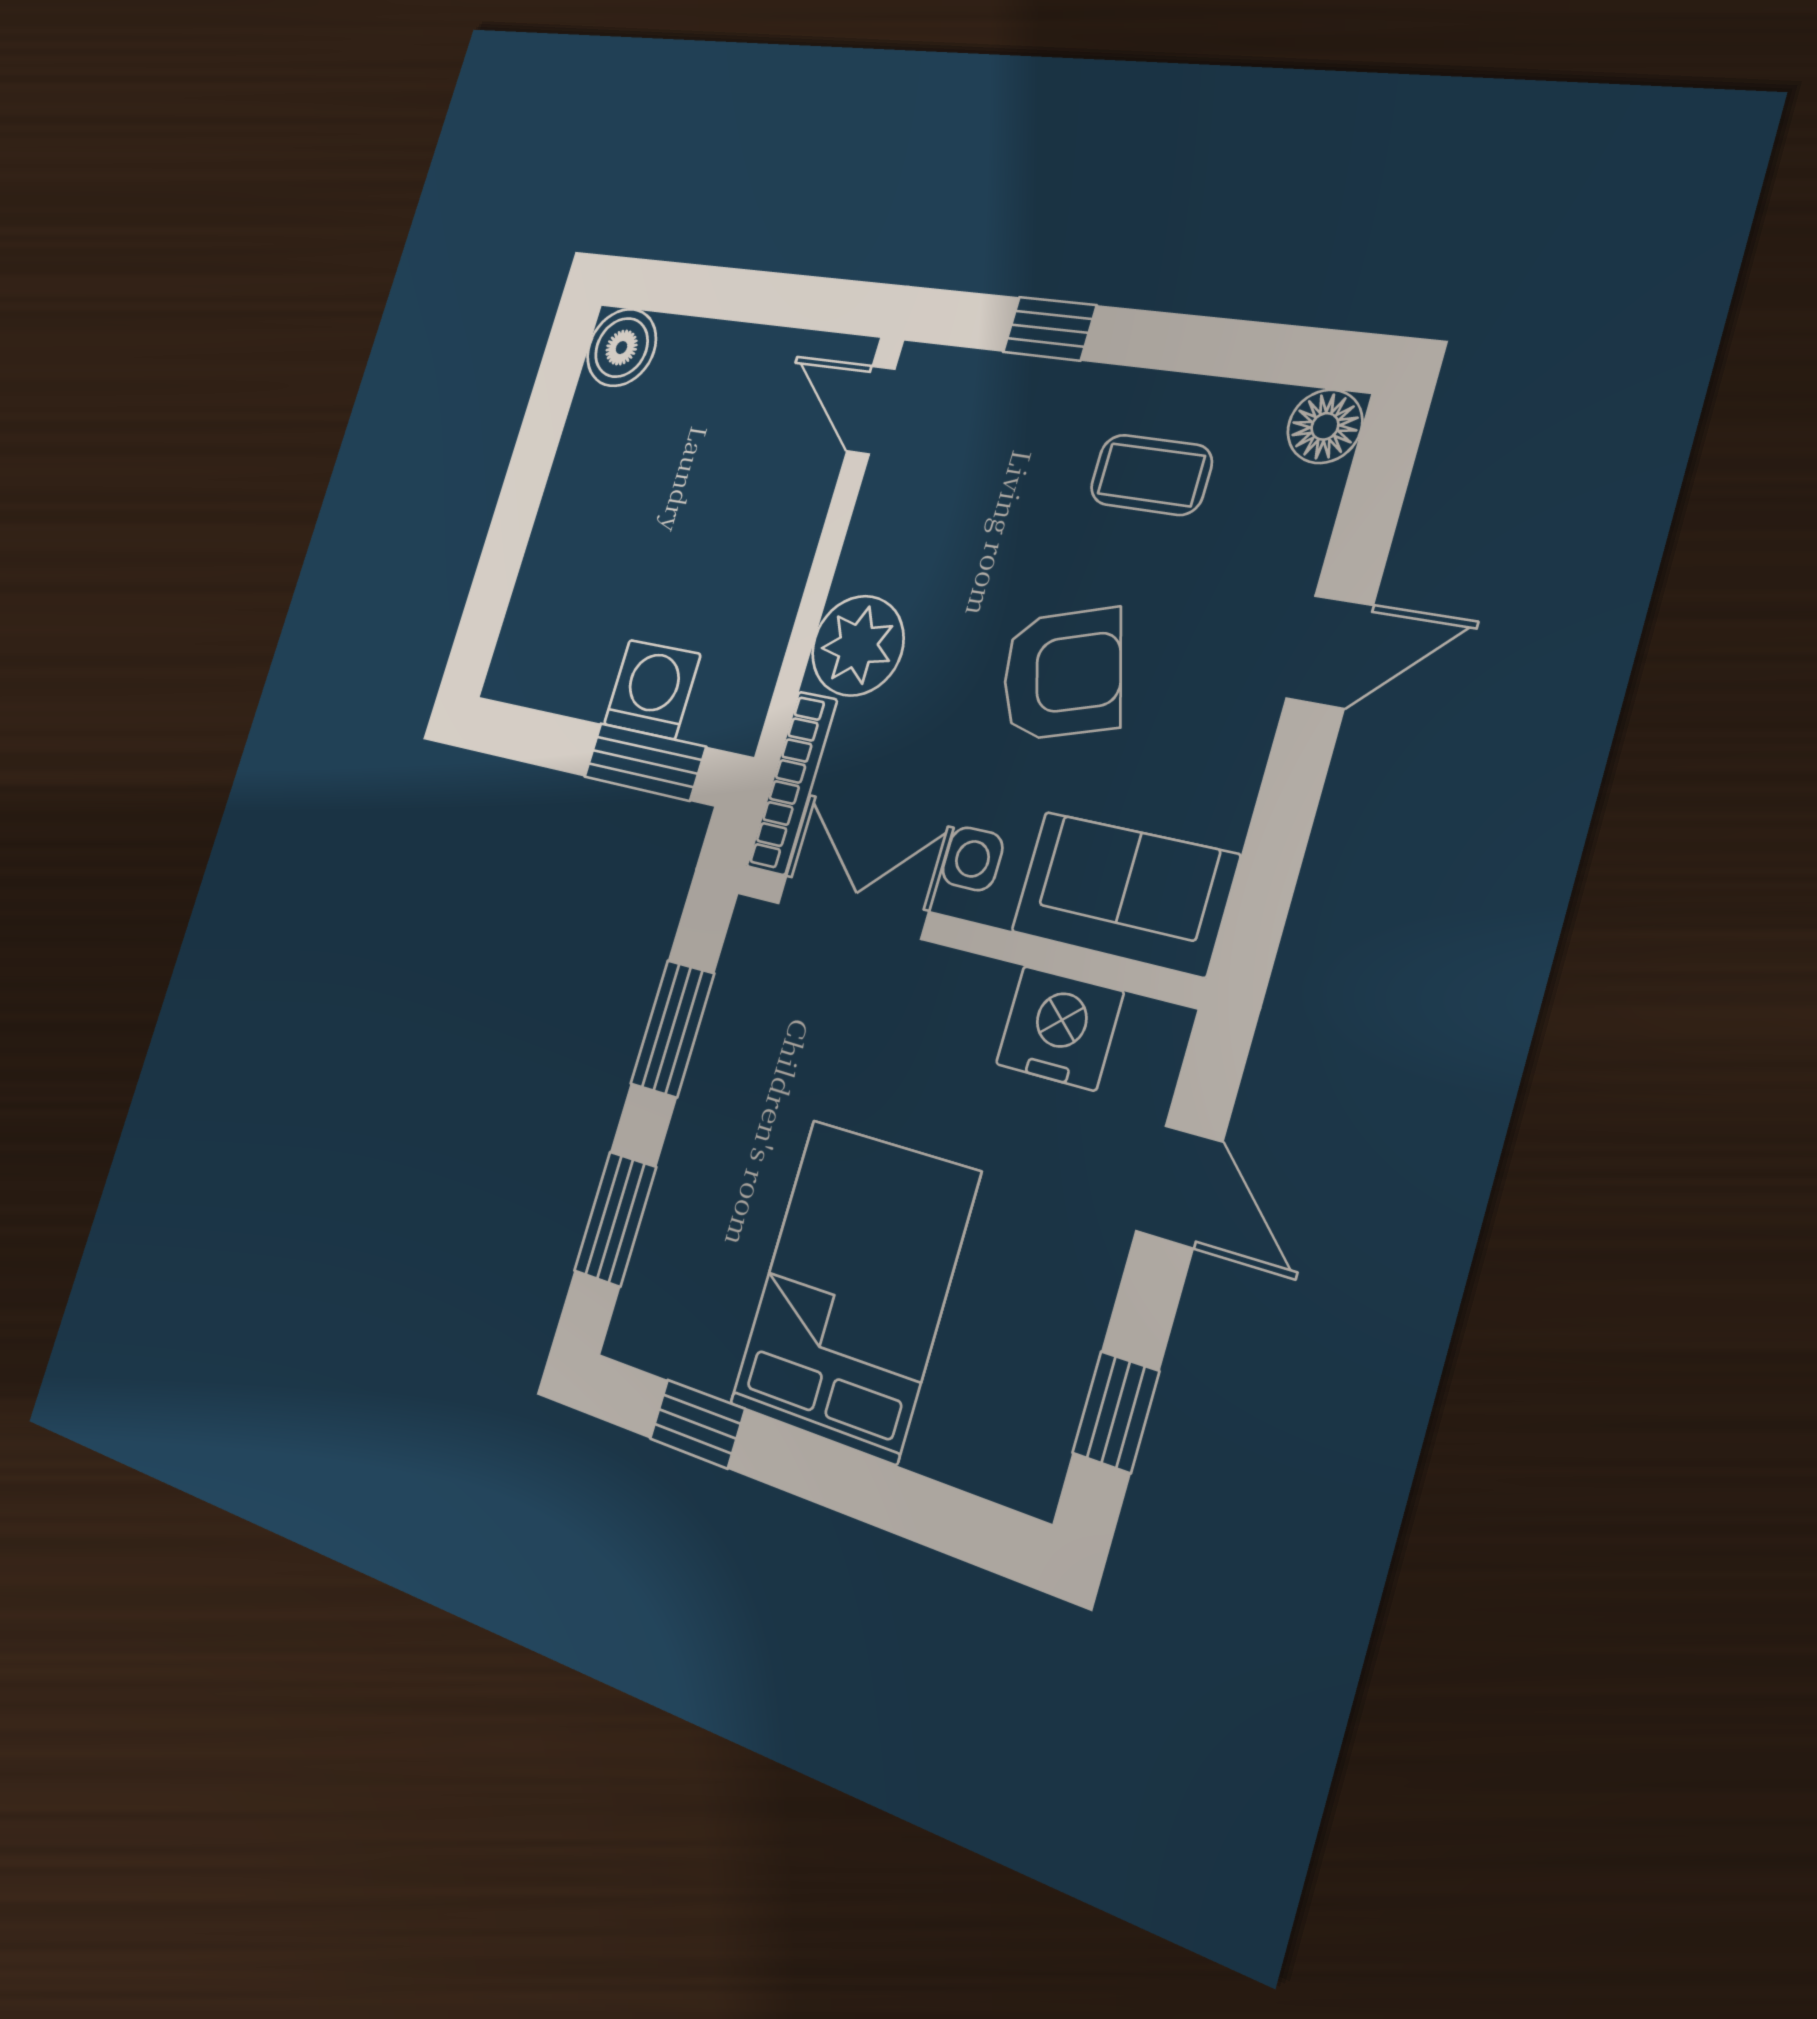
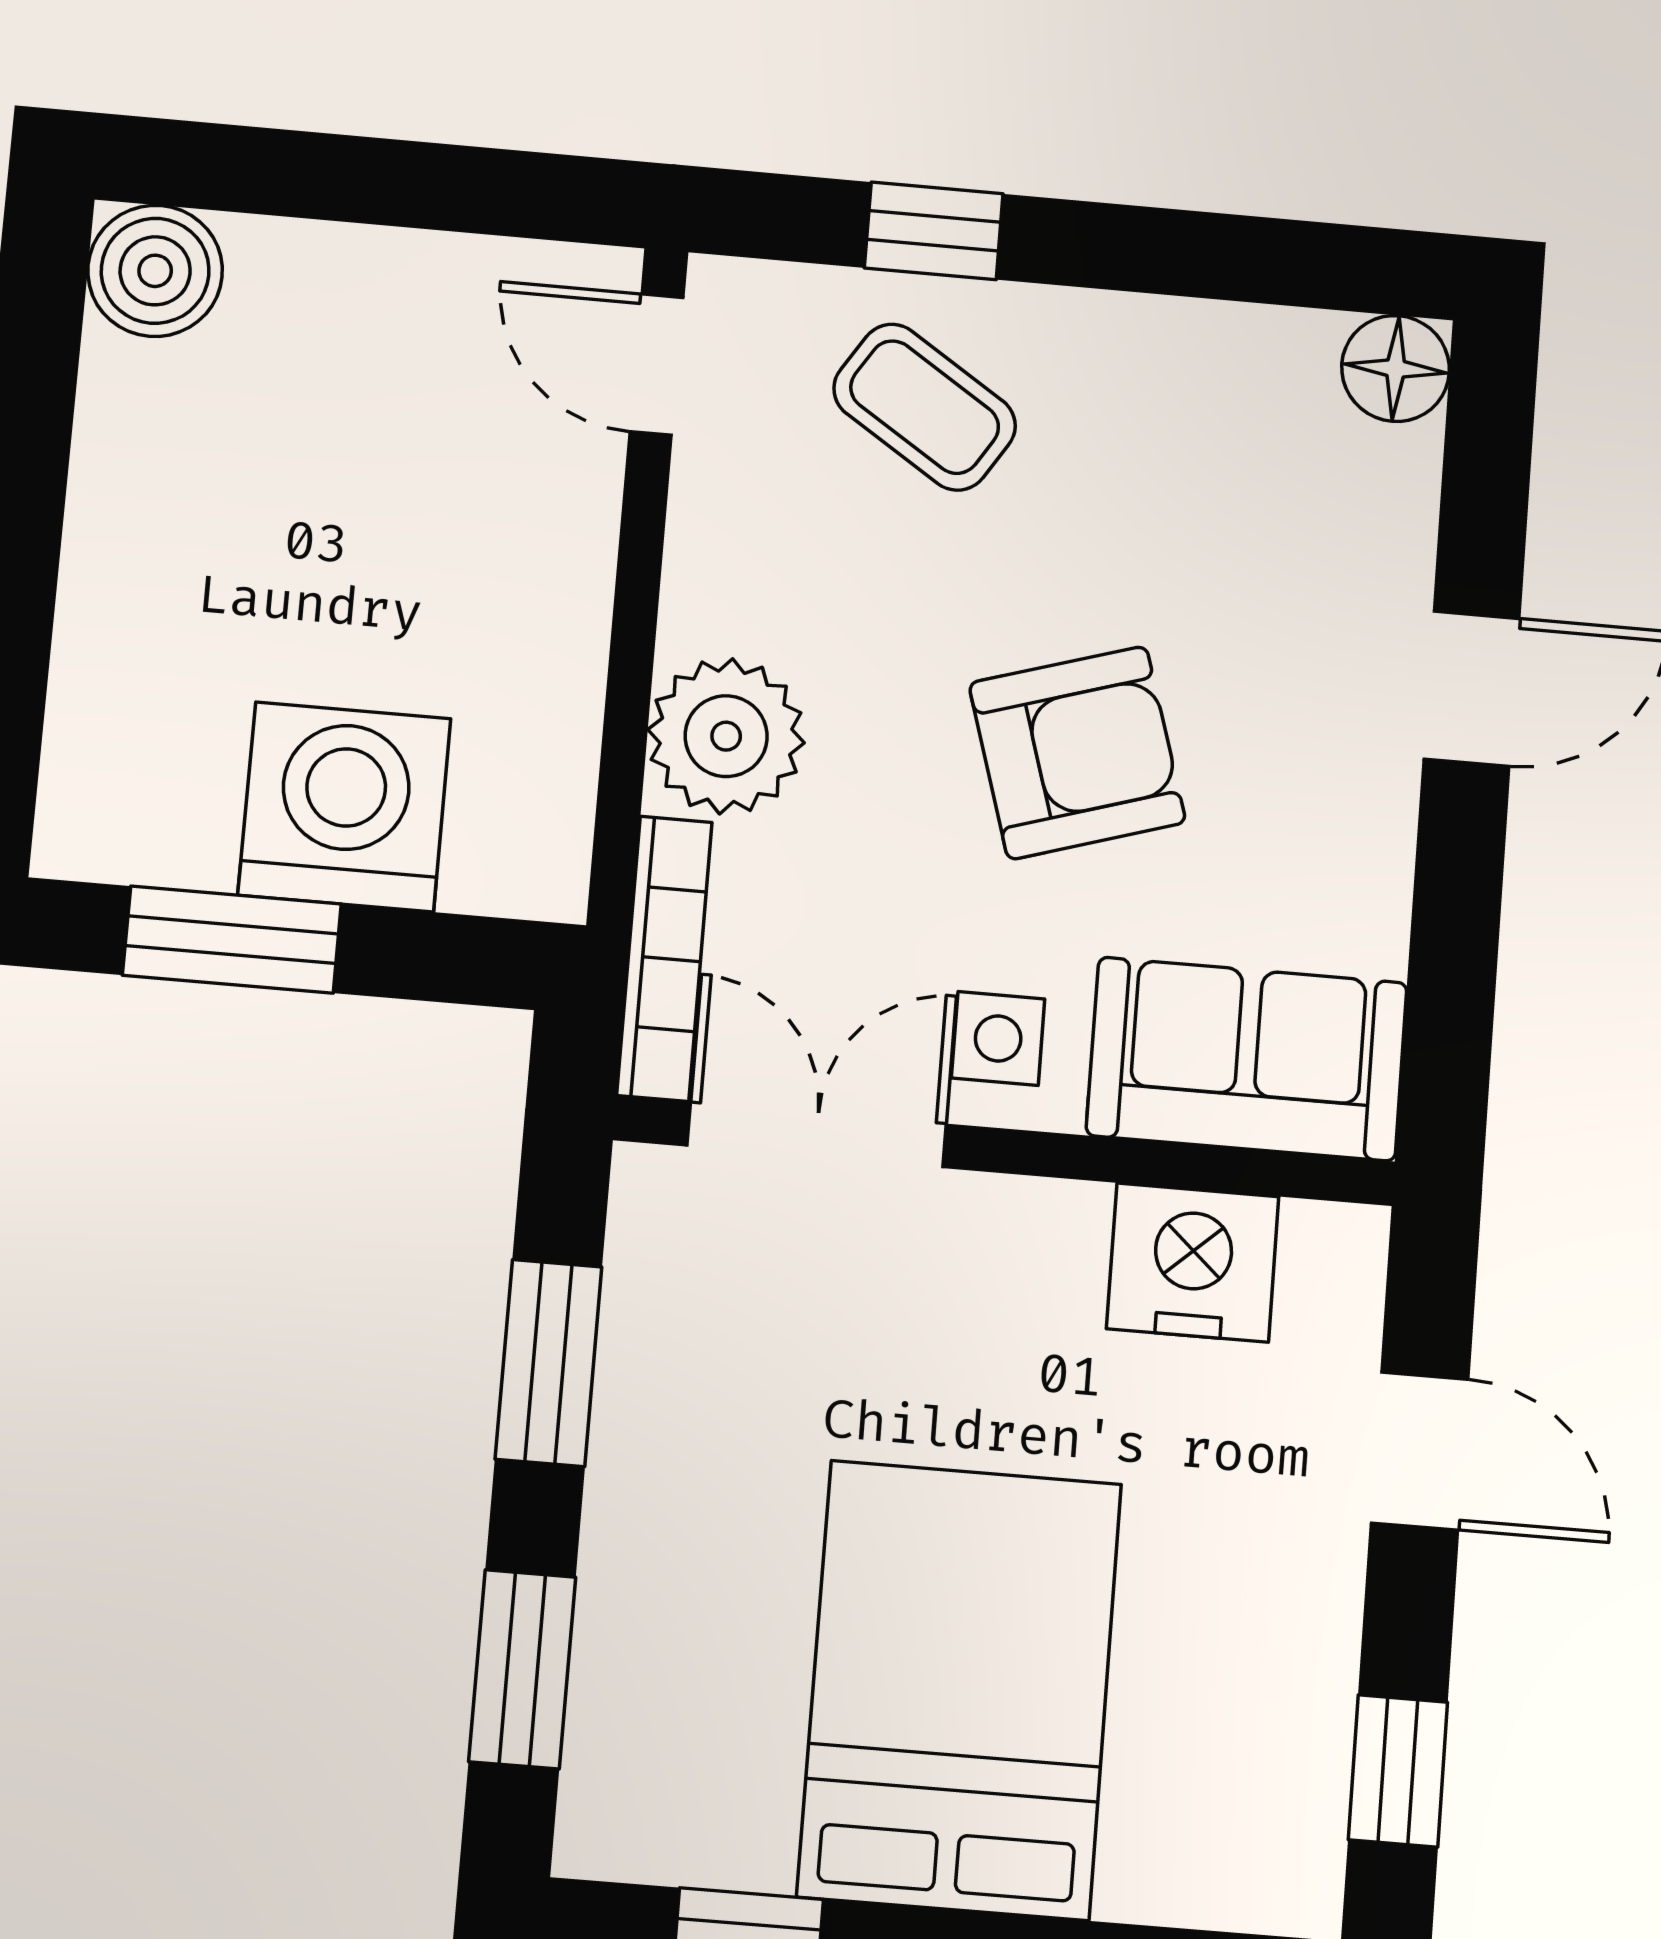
coffee table: (1151, 475) -> (925, 407), moved, turned 33
washing machine: (652, 689) -> (344, 807), width x1.37, depth x1.37
window: (645, 762) -> (232, 940), moved

